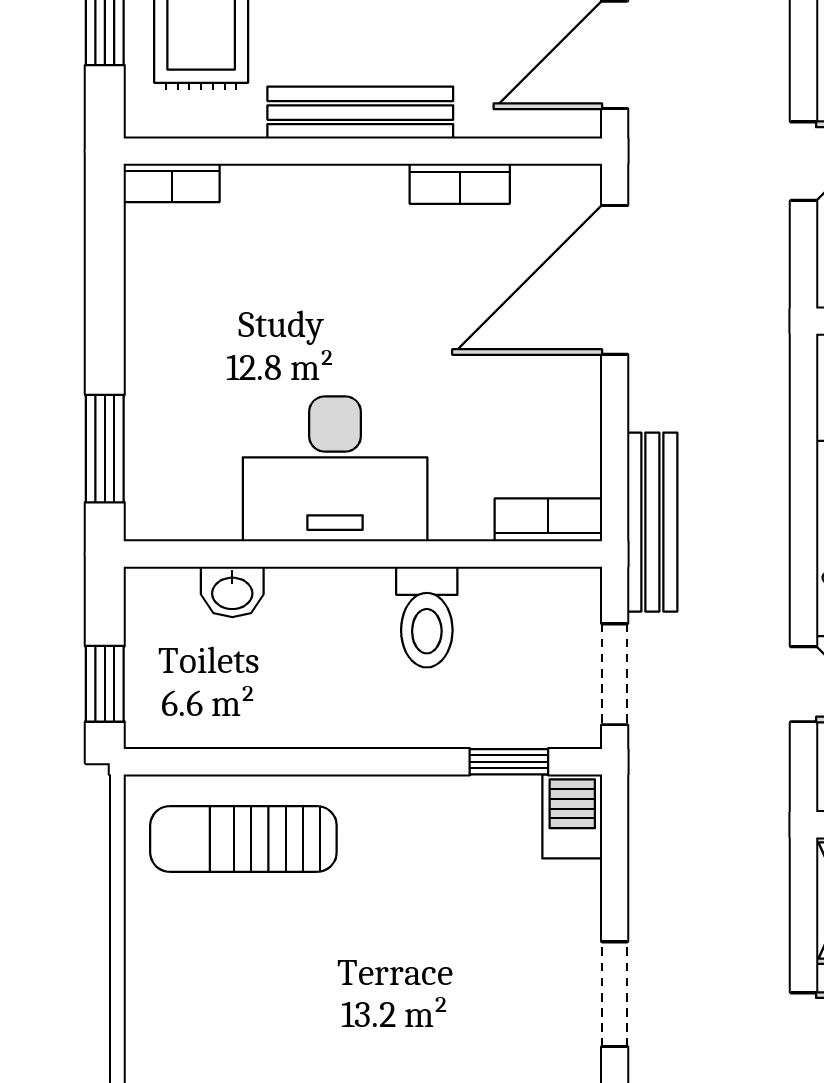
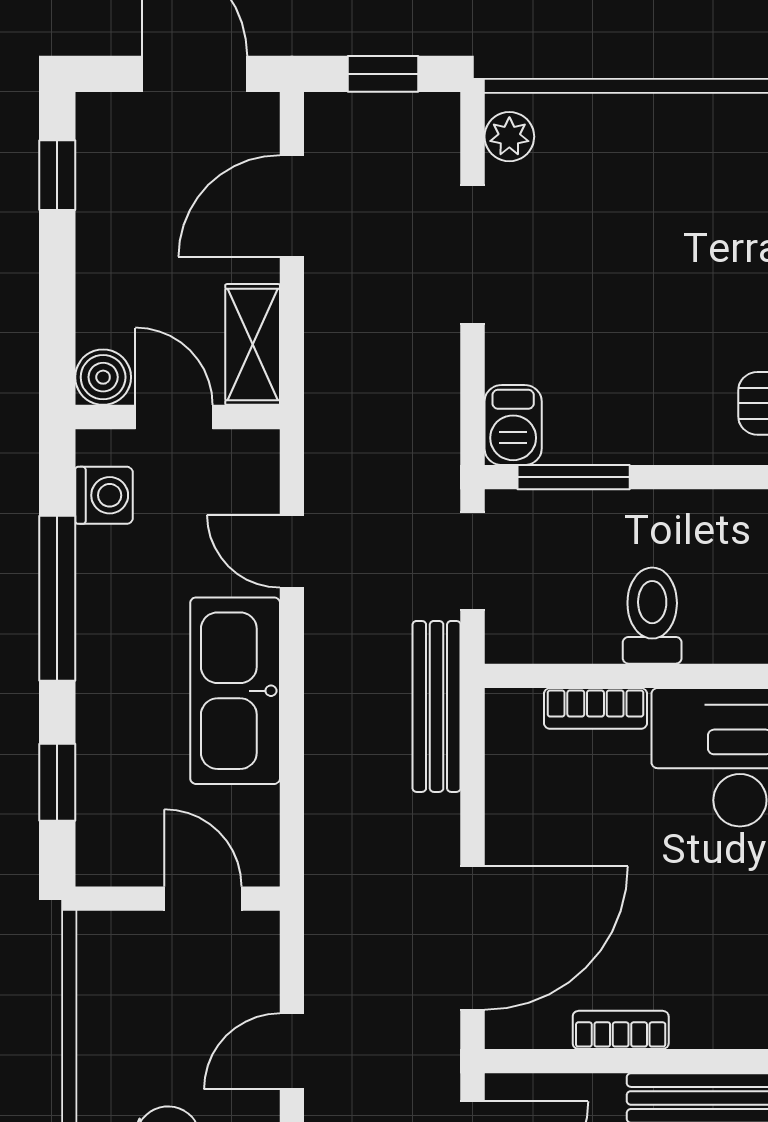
bookcase: (548, 520) -> (595, 708), moved
window: (509, 762) -> (574, 477), width x1.50
doorway: (615, 994) -> (473, 255), width x1.38

